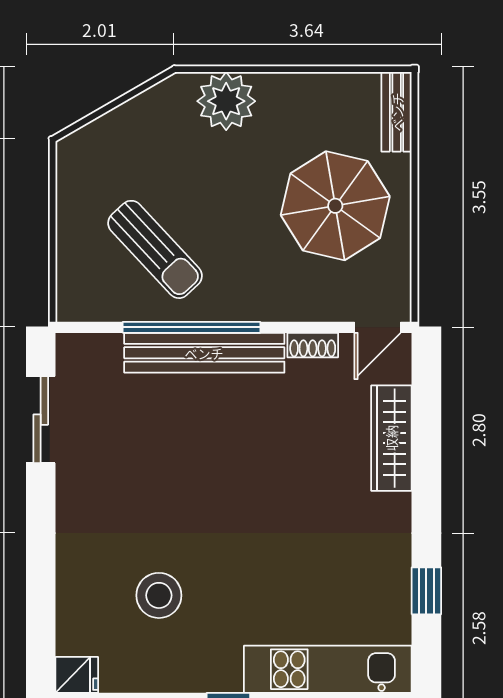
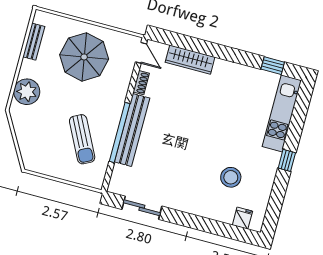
bench: (397, 112) -> (34, 42), moved, turned 90
sun lounger: (155, 249) -> (82, 139), turned 106
window: (426, 591) -> (273, 66), moved
fridge: (77, 675) -> (242, 218), moved

